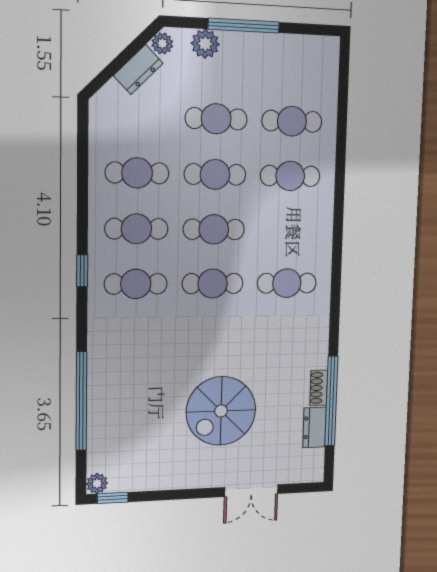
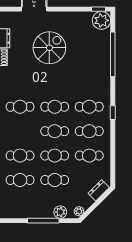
dresser: (138, 69) -> (99, 190), moved
plant: (97, 483) -> (101, 20), width x1.88, depth x1.88

